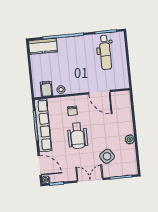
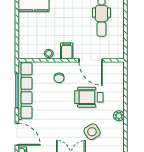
filing cabinet: (46, 89) -> (67, 51), moved
wheelchair: (78, 136) -> (89, 97), moved, turned 90

